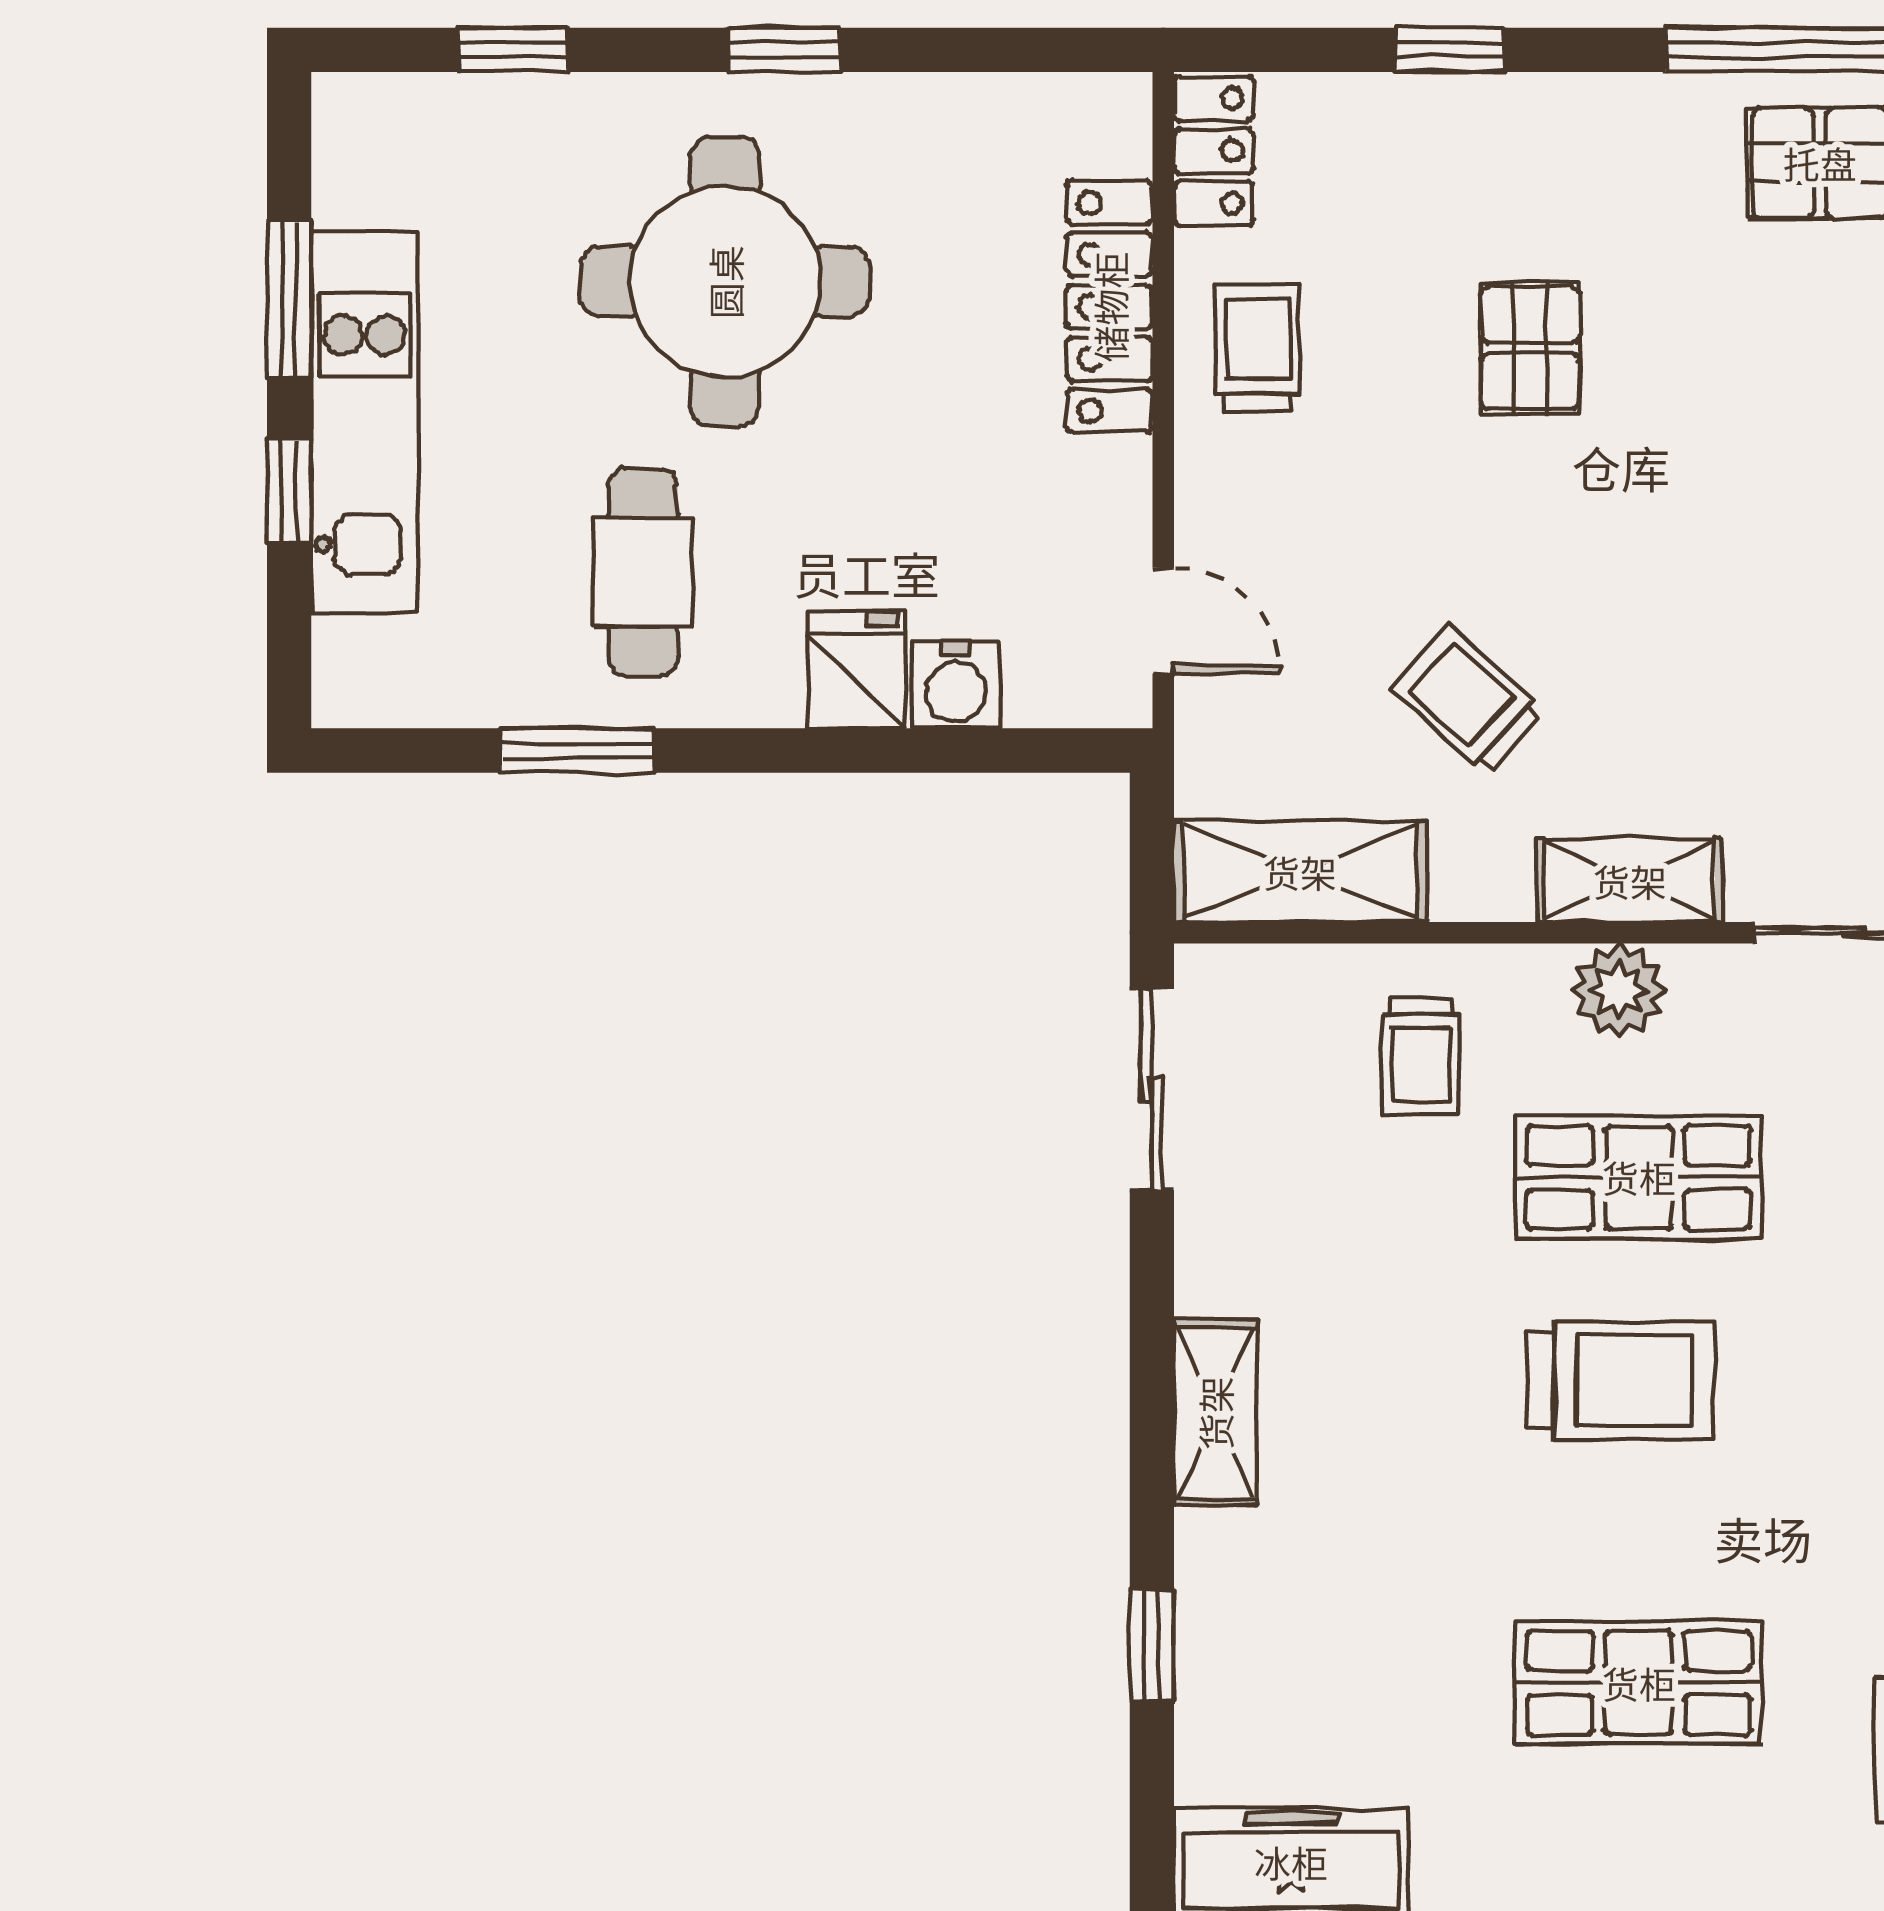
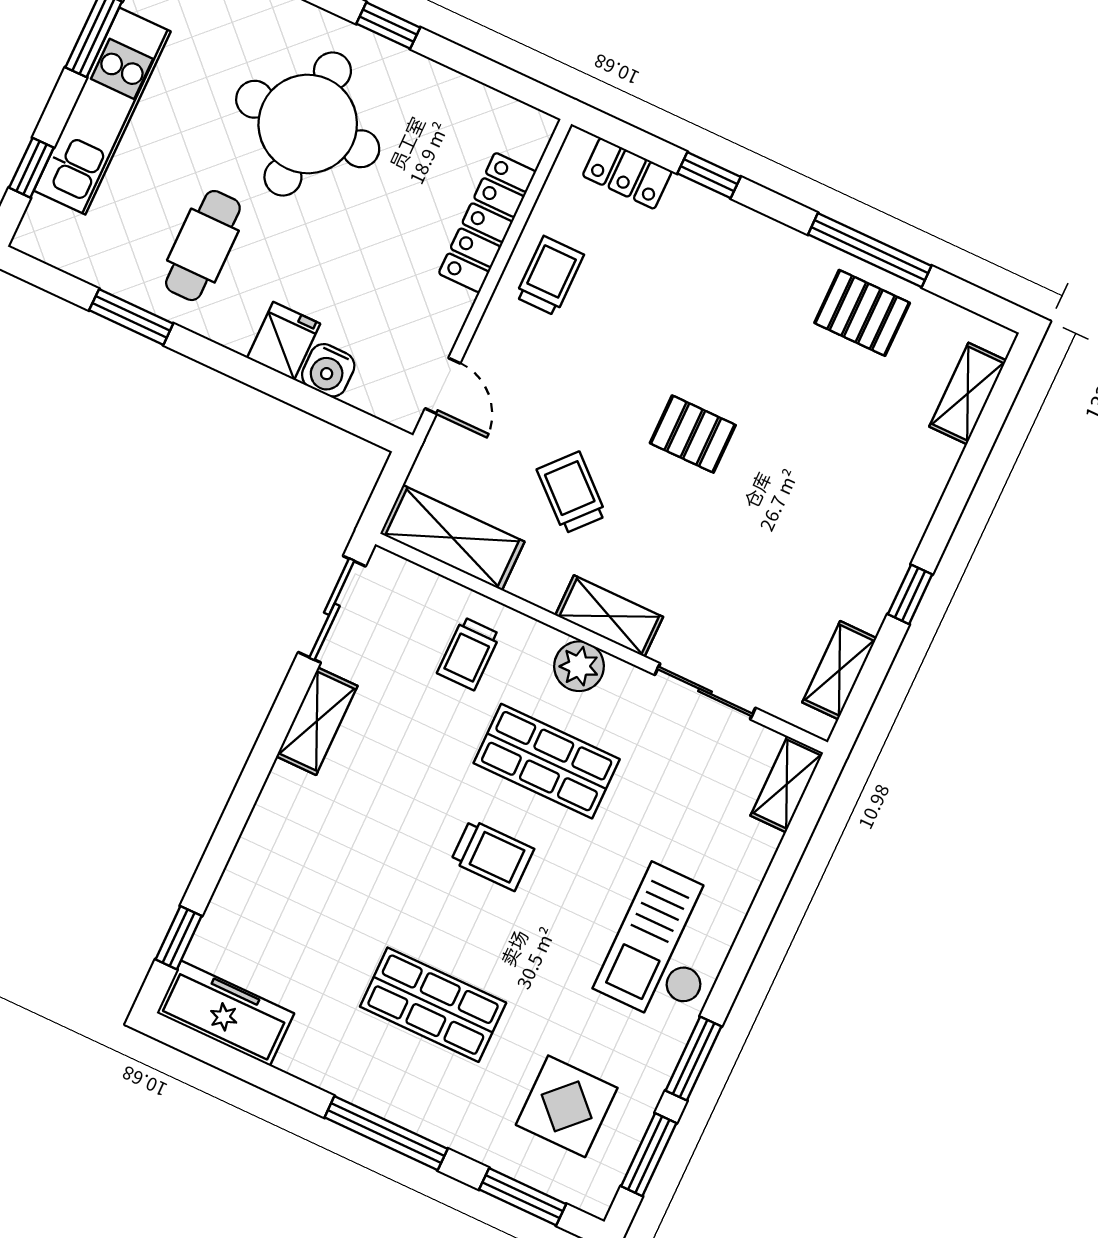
locker: (1214, 151) -> (627, 173), moved, turned 90
pallet: (1530, 348) -> (693, 434), moved, turned 90
window: (289, 491) -> (31, 168), moved
trolley: (1621, 1381) -> (492, 855), width x0.73, depth x0.72
shelving: (1215, 1413) -> (317, 721), moved
window: (1152, 1646) -> (179, 938), moved

